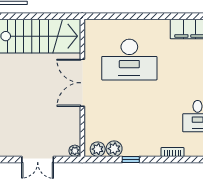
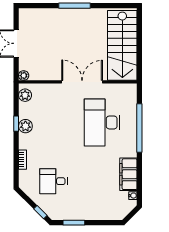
window: (136, 16) -> (139, 128), added
plant: (114, 149) -> (25, 126), moved

